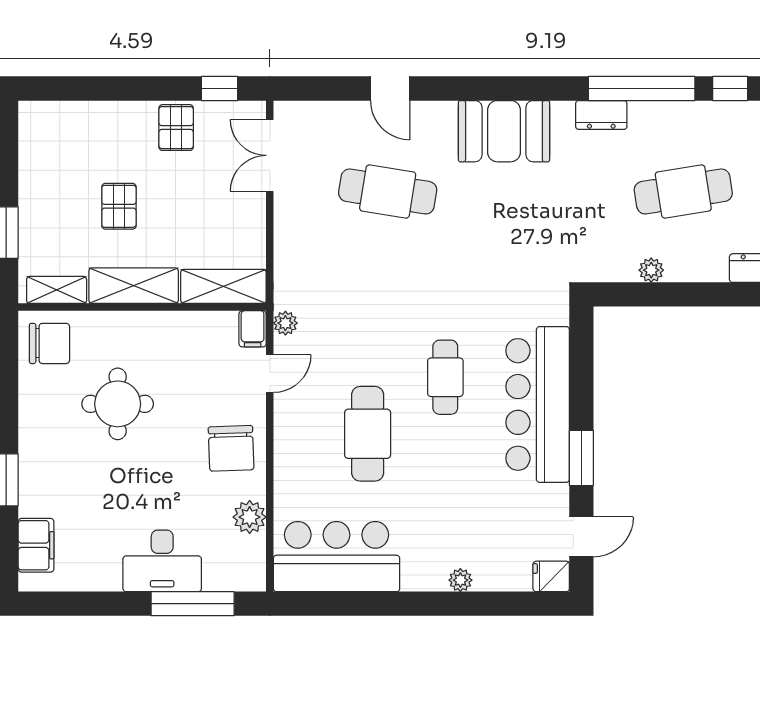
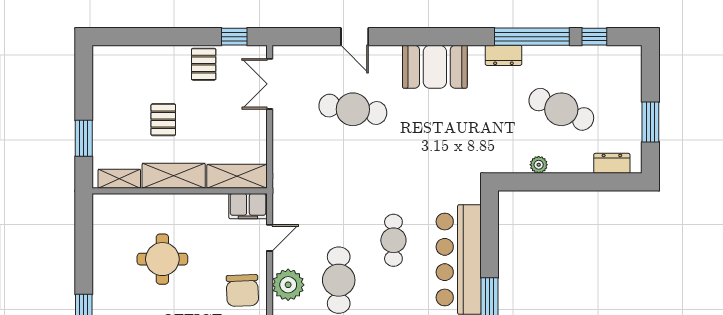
cafe table: (683, 191) -> (561, 109), turned 33
plant: (285, 323) -> (288, 285), moved, width x1.88, depth x1.88
filing cabinet: (253, 329) -> (248, 206), width x2.00
chair: (49, 343) -> (114, 216), removed

